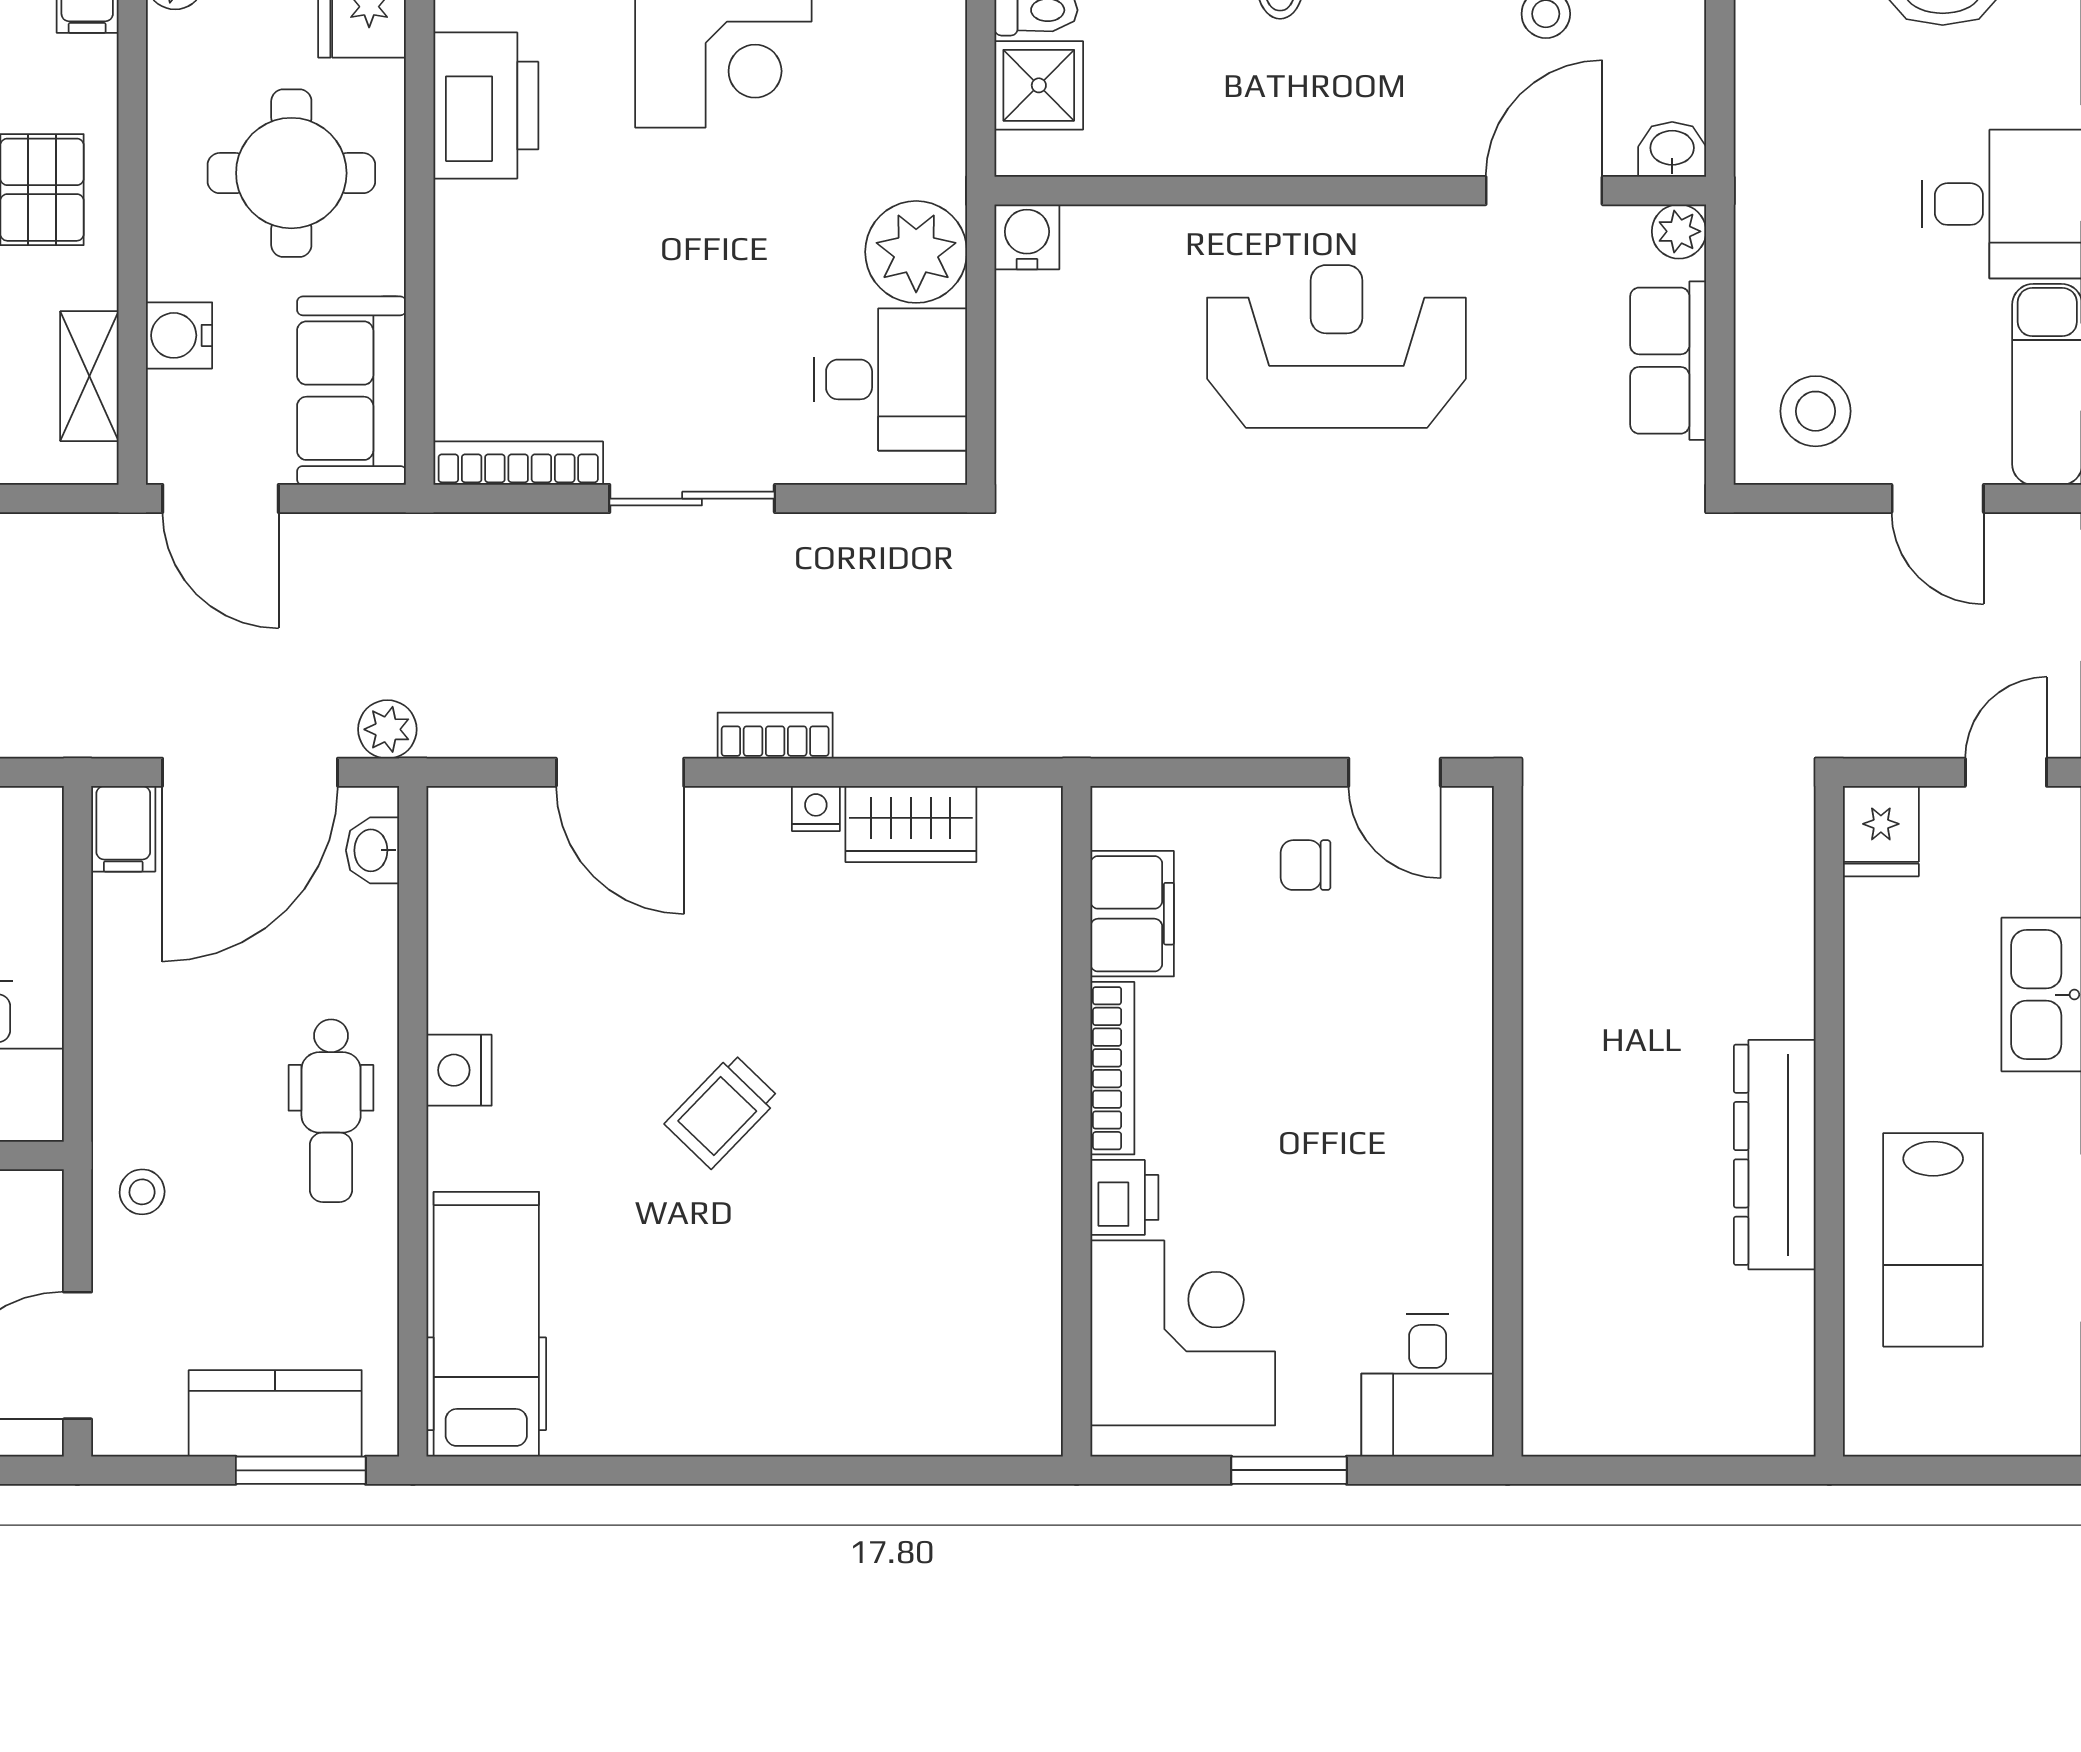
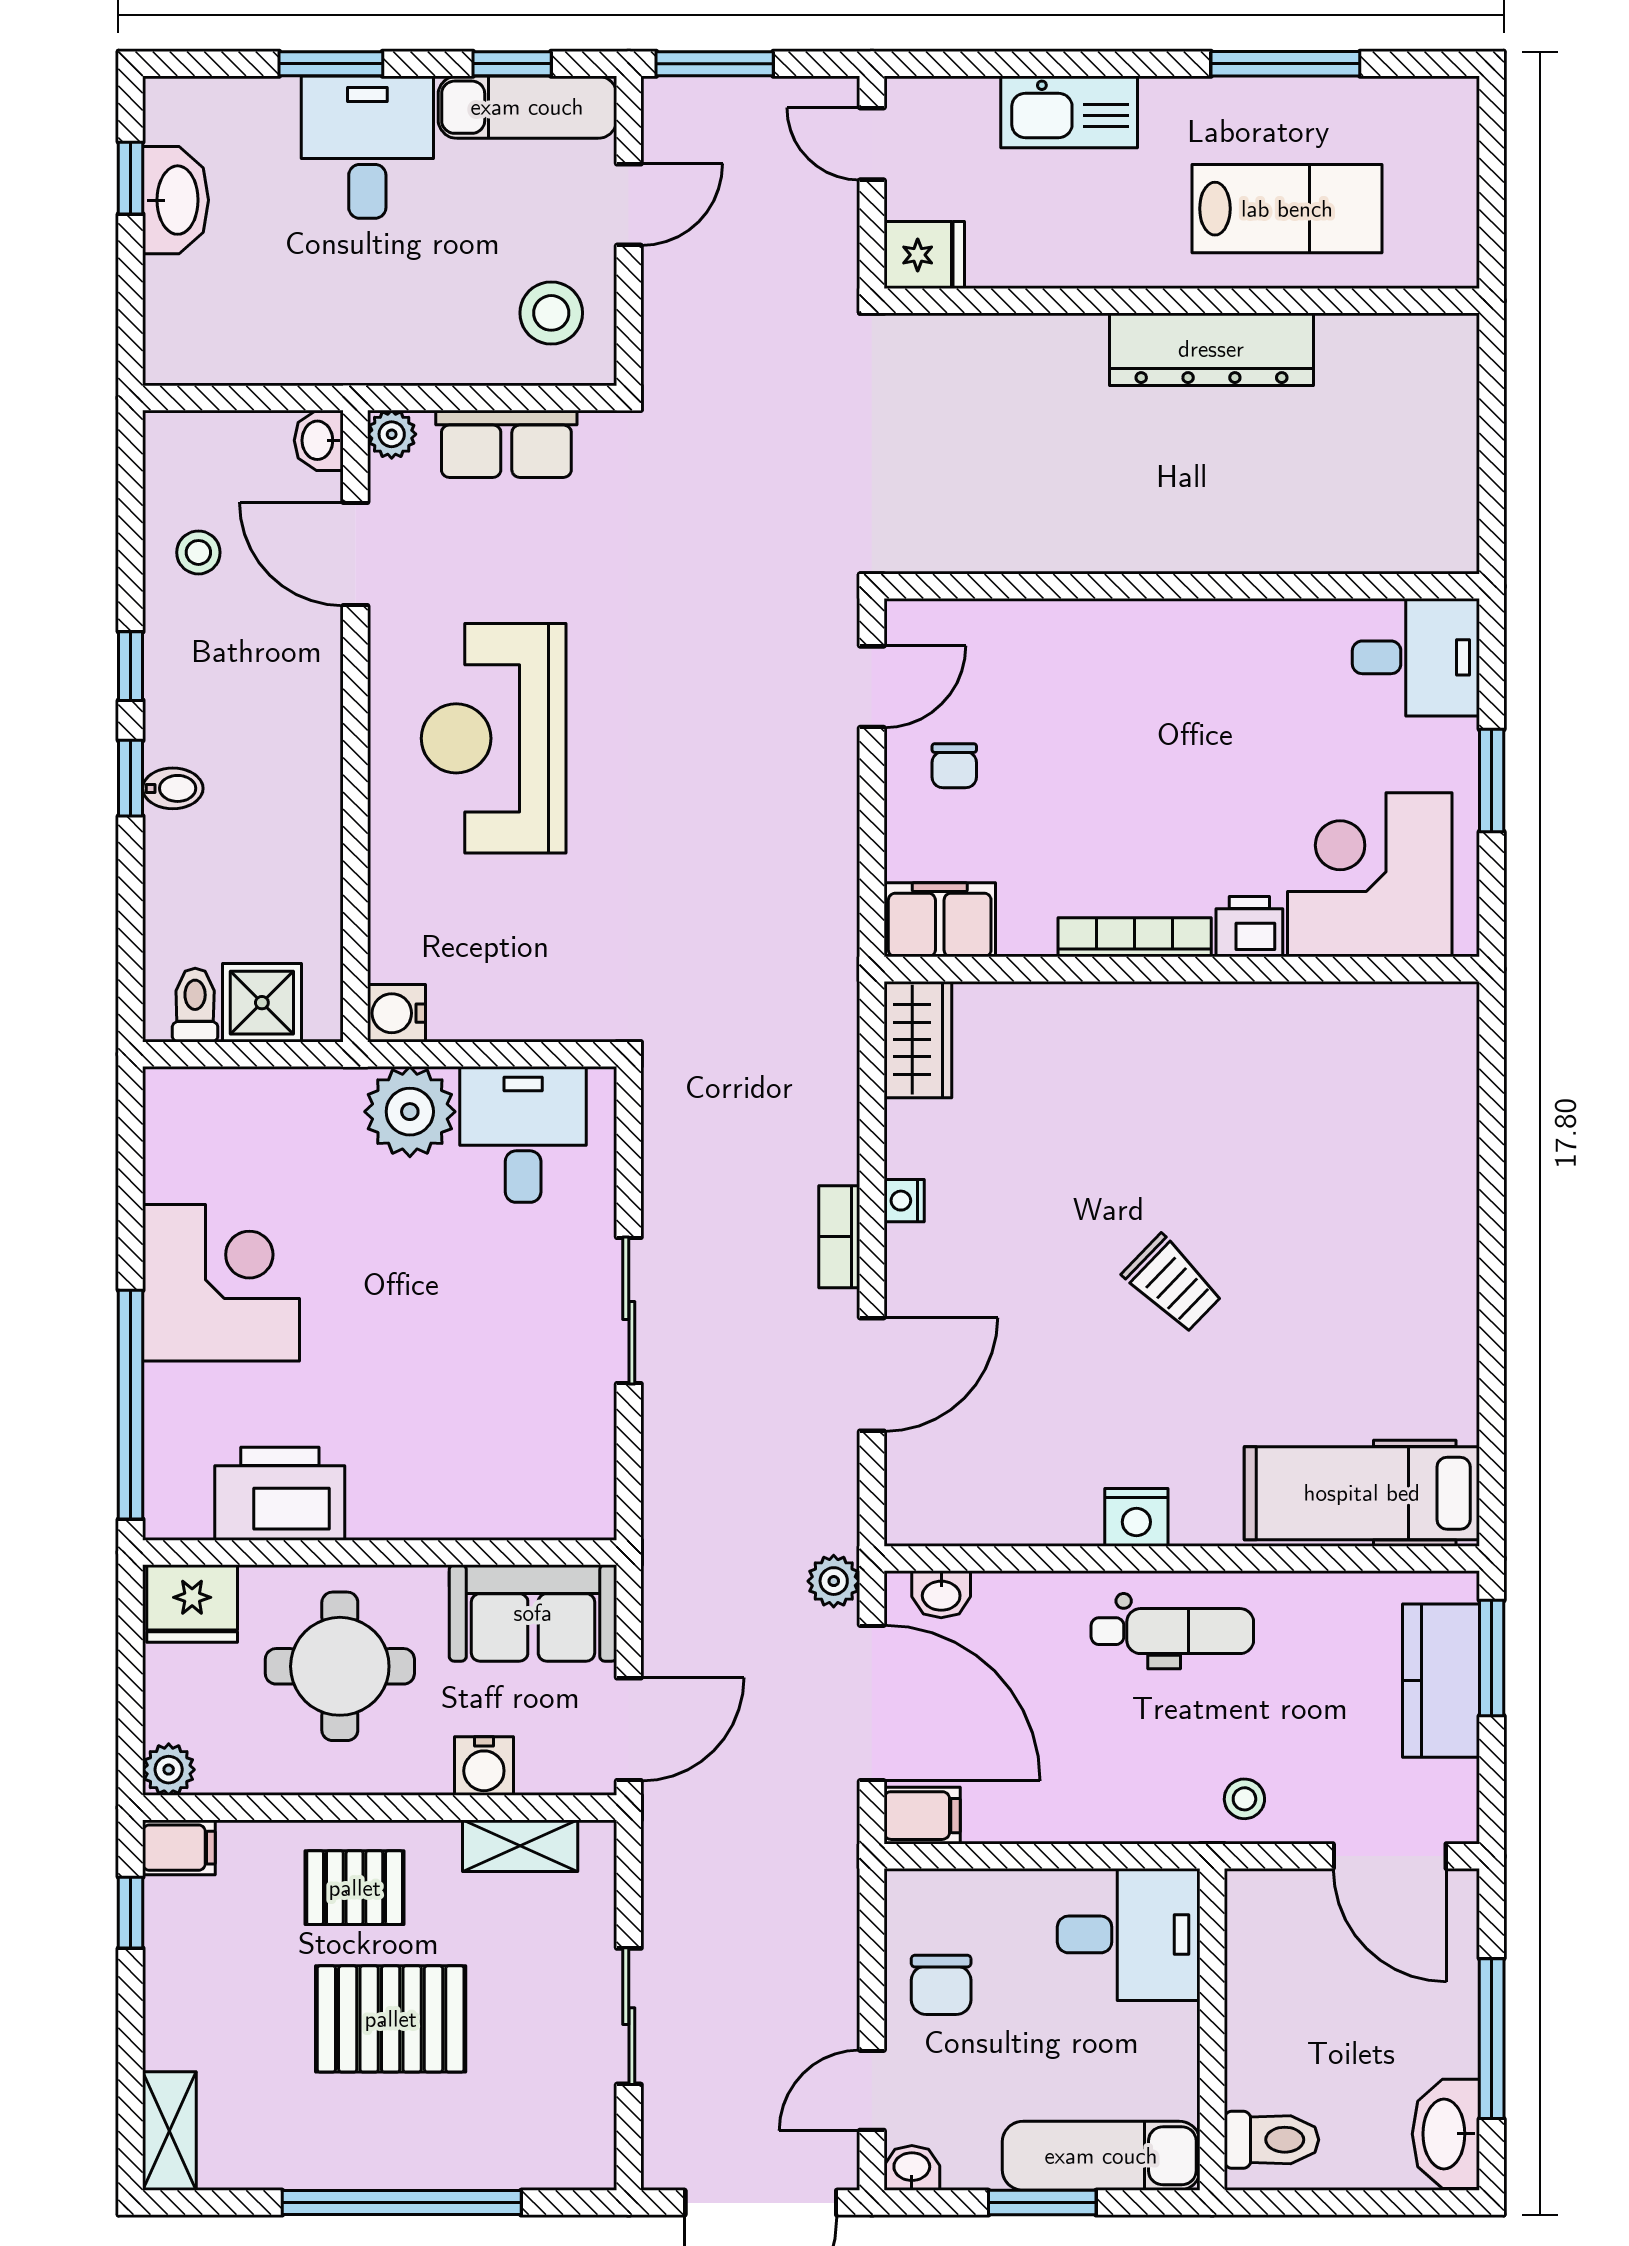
bookcase: (518, 463) -> (597, 1465), removed
wardrobe: (911, 824) -> (918, 1040), moved
filing cabinet: (1132, 914) -> (940, 920), moved

